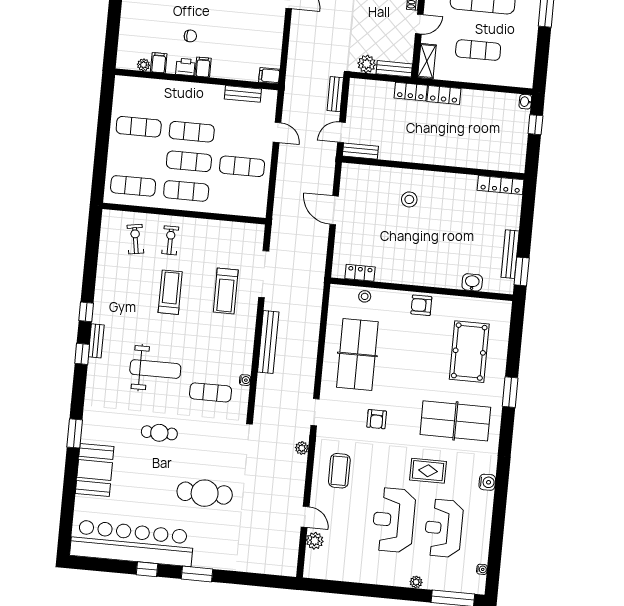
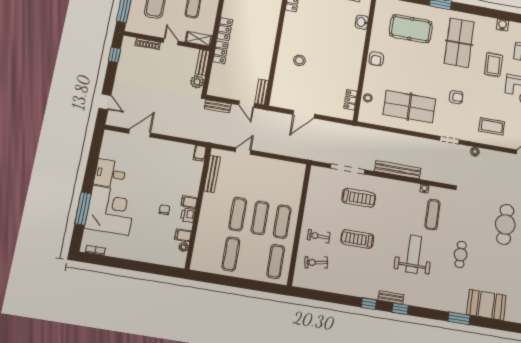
bench: (243, 94) -> (212, 174), width x1.36
exercise mat: (242, 166) -> (267, 179), removed

